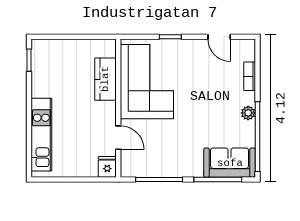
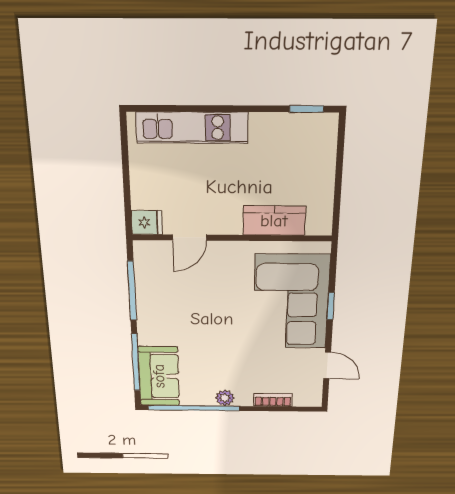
door: (219, 37) -> (327, 365), swing flipped
corner sofa: (147, 82) -> (291, 302), moved, turned 90

